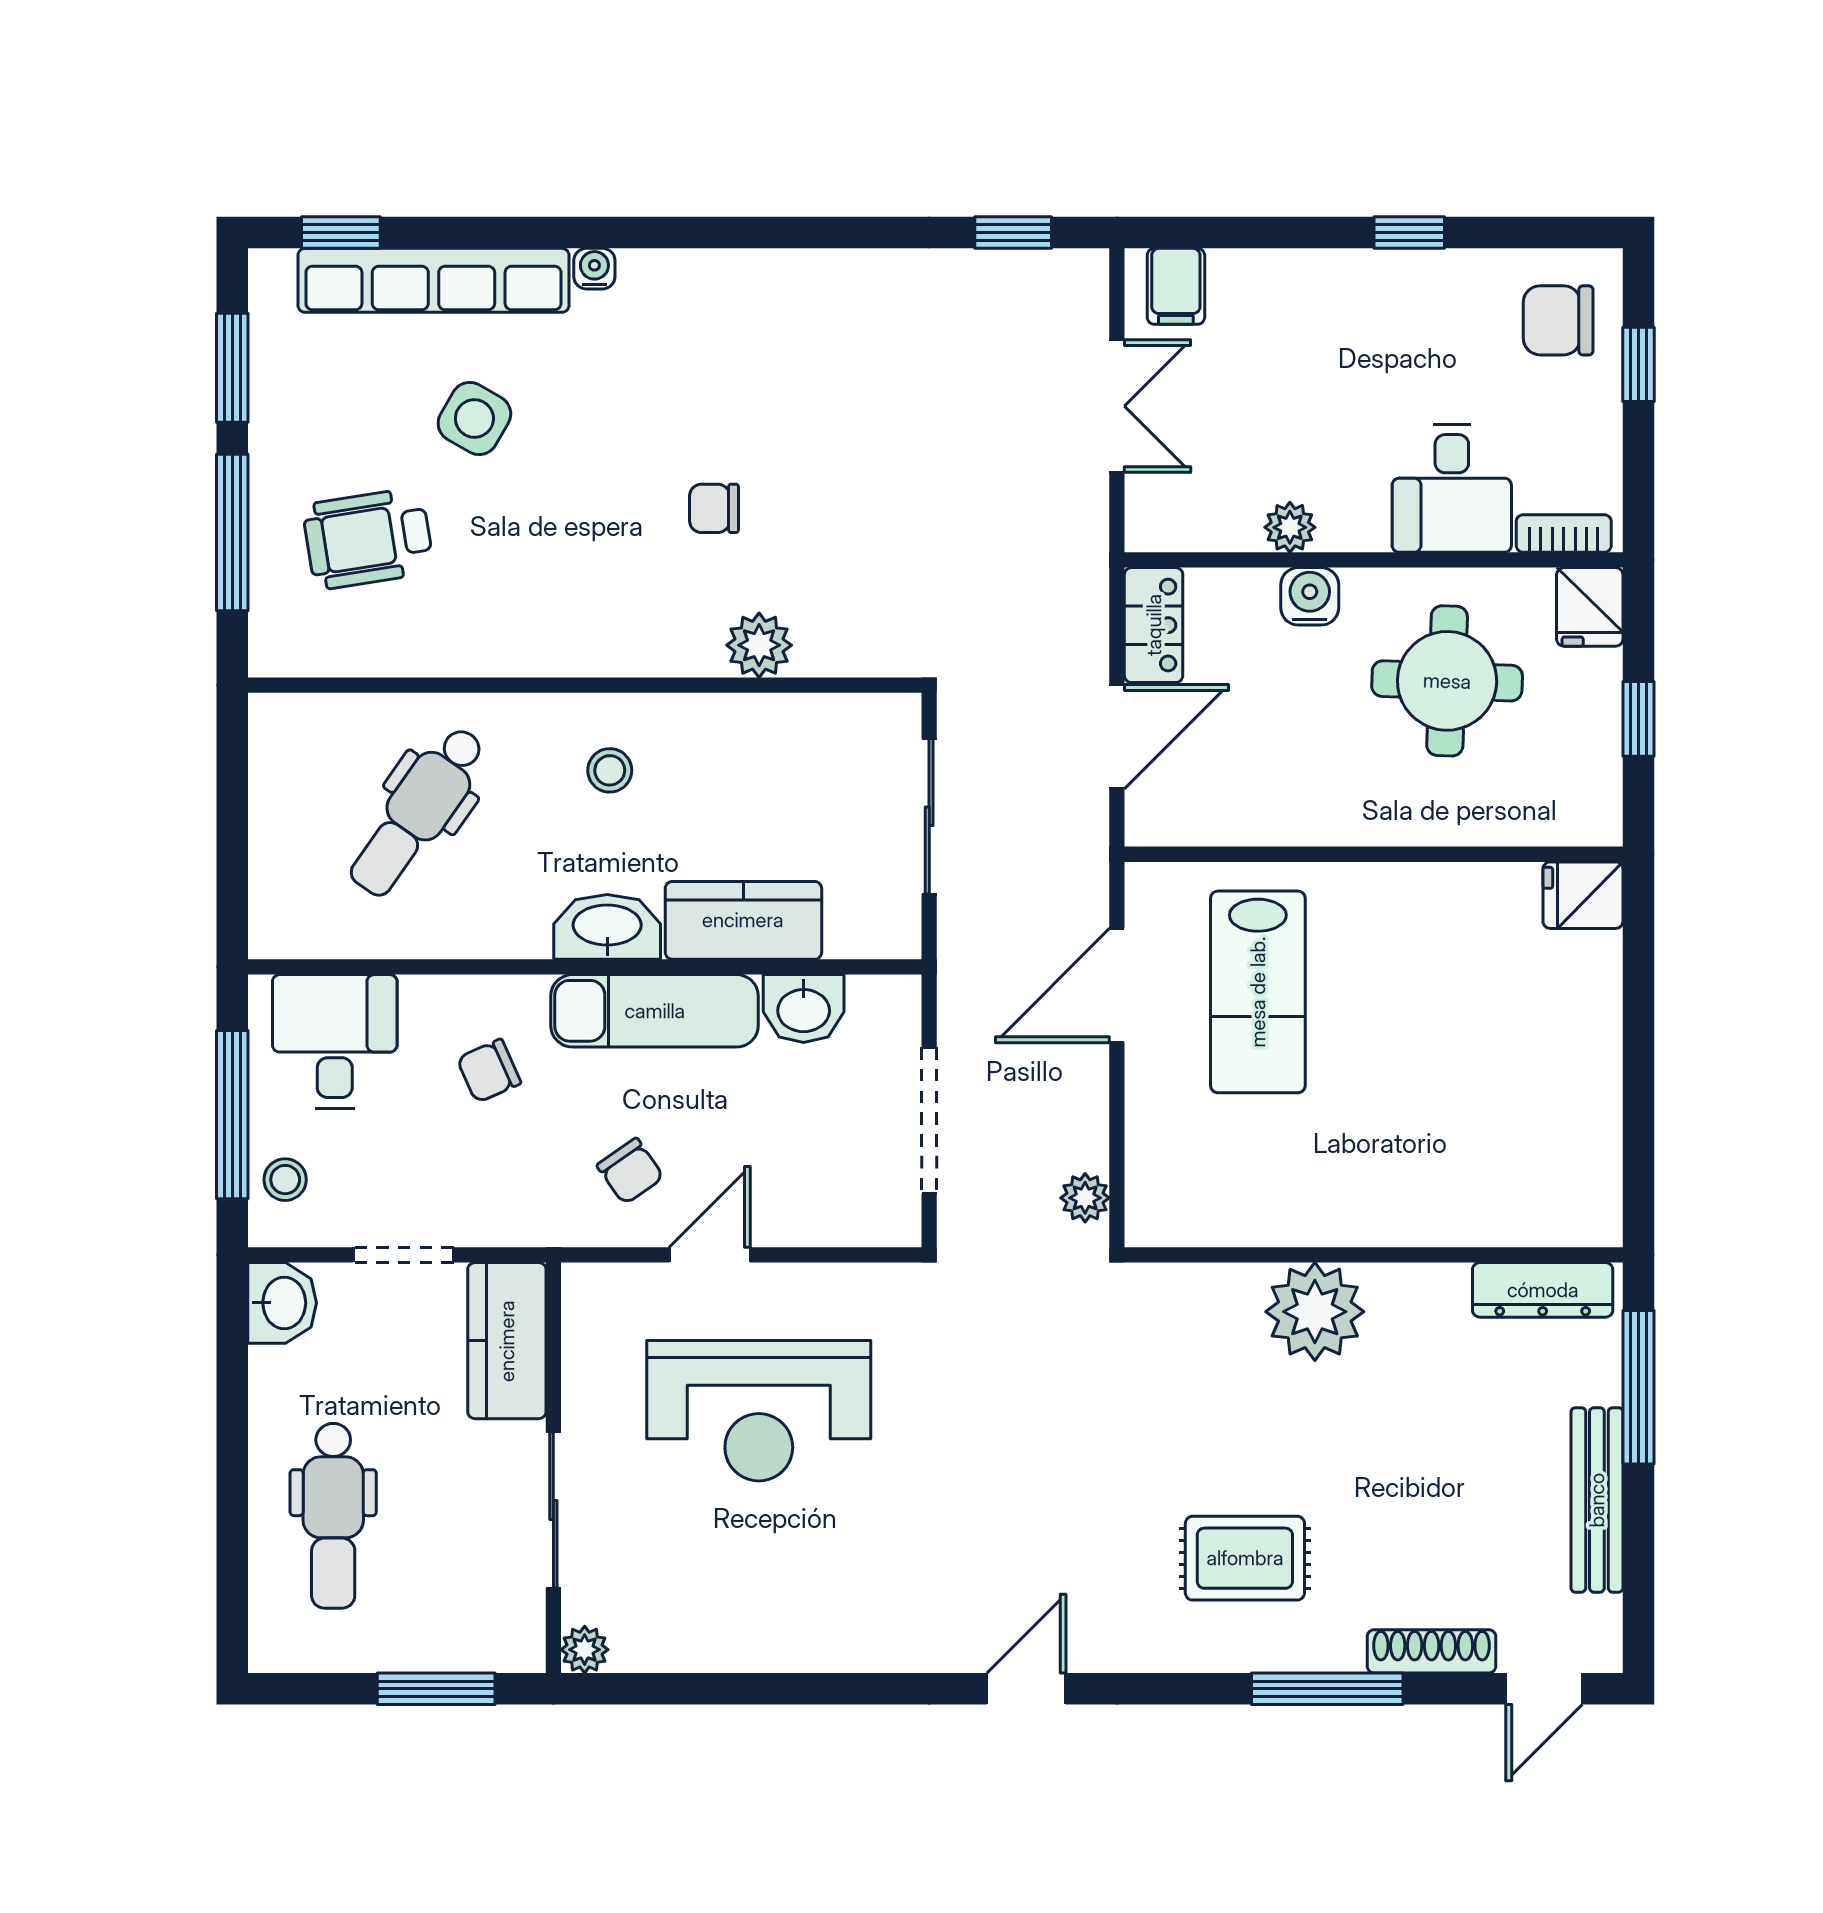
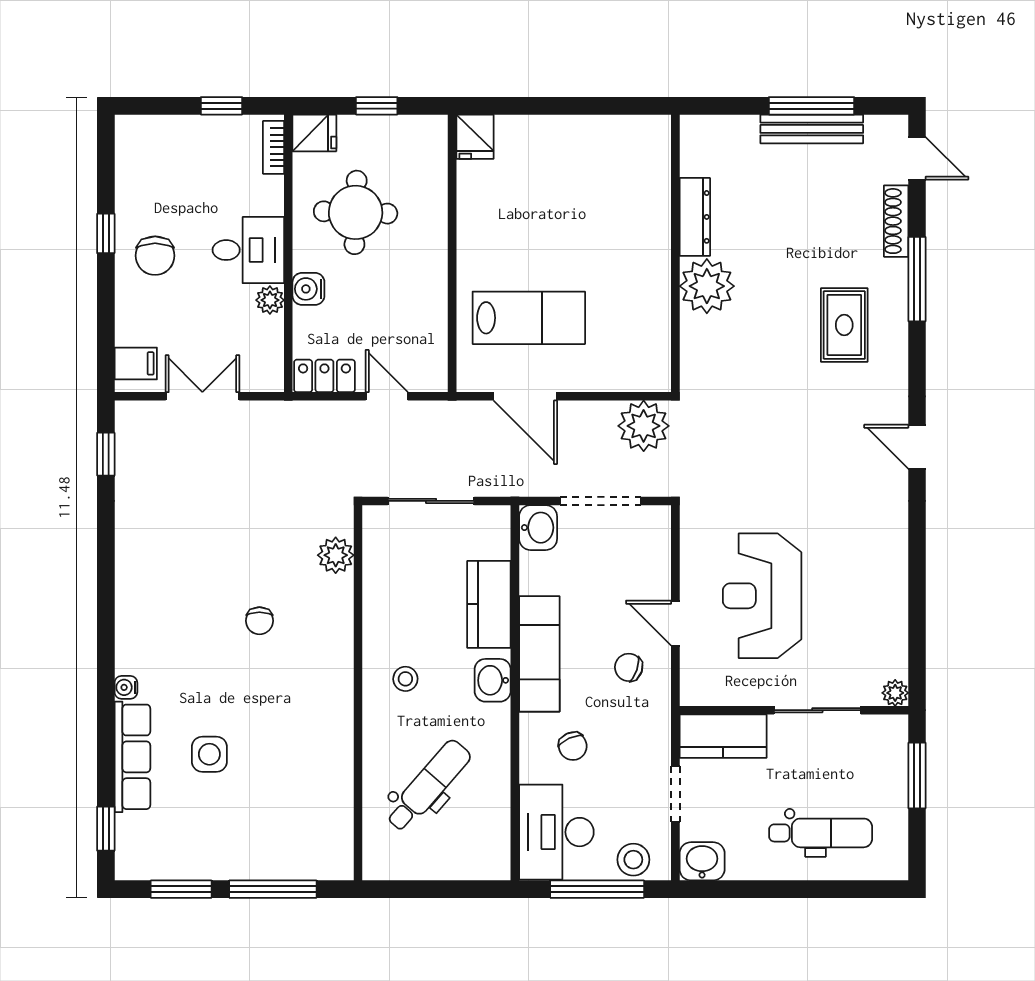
row of seats: (433, 280) -> (132, 757), width x0.73
chair: (1558, 320) -> (155, 256), moved
window: (1638, 364) -> (221, 106), moved
side table: (474, 418) -> (209, 754), turned -30
desk: (1452, 488) -> (248, 250), moved
wheelchair: (368, 539) -> (276, 813), removed
plant: (759, 645) -> (336, 555), moved
door: (1117, 737) -> (387, 396), width x0.73
dental chair: (418, 811) -> (428, 786), turned -84
washbasin: (607, 927) -> (493, 680), width x0.72
washbasin: (804, 1009) -> (538, 528), moved
desk: (335, 1041) -> (556, 832), width x1.37
chair: (630, 1171) -> (629, 667), turned -126
stool: (285, 1180) -> (633, 860), width x1.37, depth x1.37
plant: (1085, 1198) -> (644, 426), width x1.88, depth x1.88
dresser: (1543, 1290) -> (695, 217), moved
window: (1638, 1387) -> (812, 106), moved
reception desk: (759, 1411) -> (762, 596), turned 180

